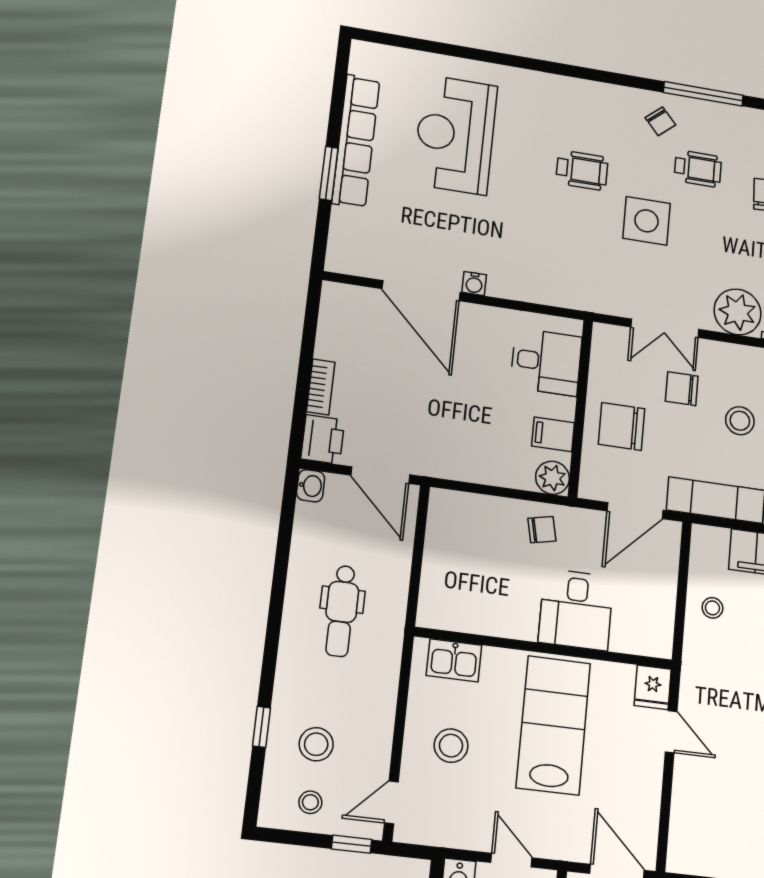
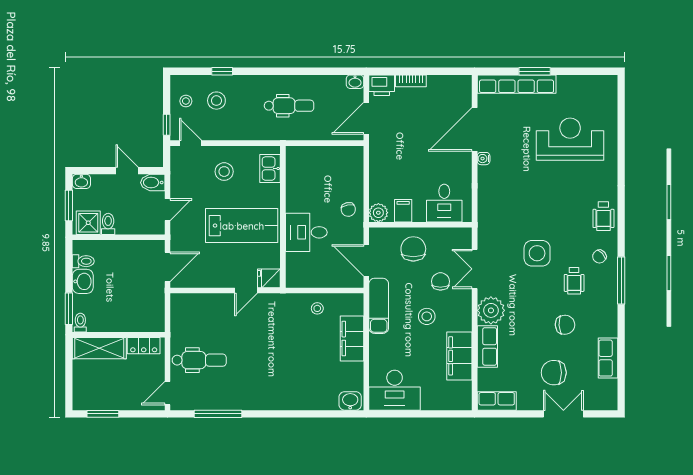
row of seats: (356, 141) -> (517, 84), moved
wheelchair: (582, 170) -> (603, 216), moved
dental chair: (341, 611) -> (289, 106), turned 180

